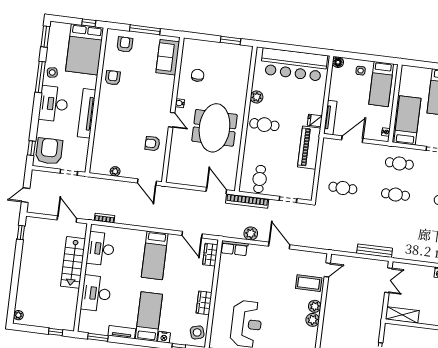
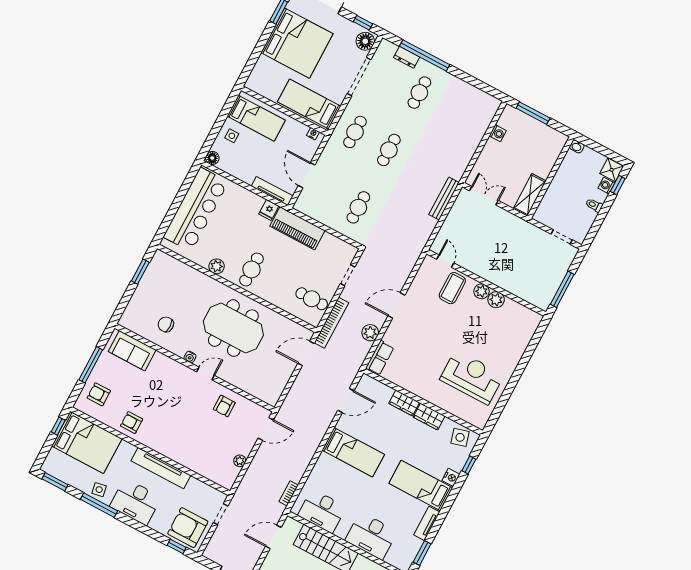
wardrobe: (210, 255) -> (404, 403), moved

